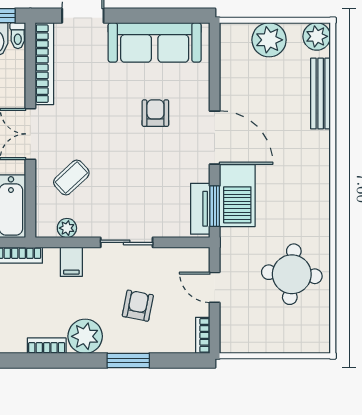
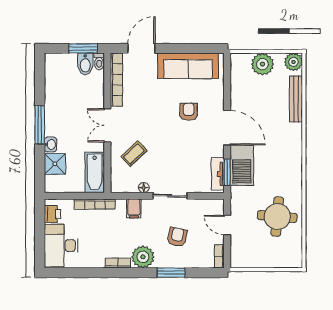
plant: (67, 228) -> (131, 187), removed
floor lamp: (86, 230) -> (144, 188), added

